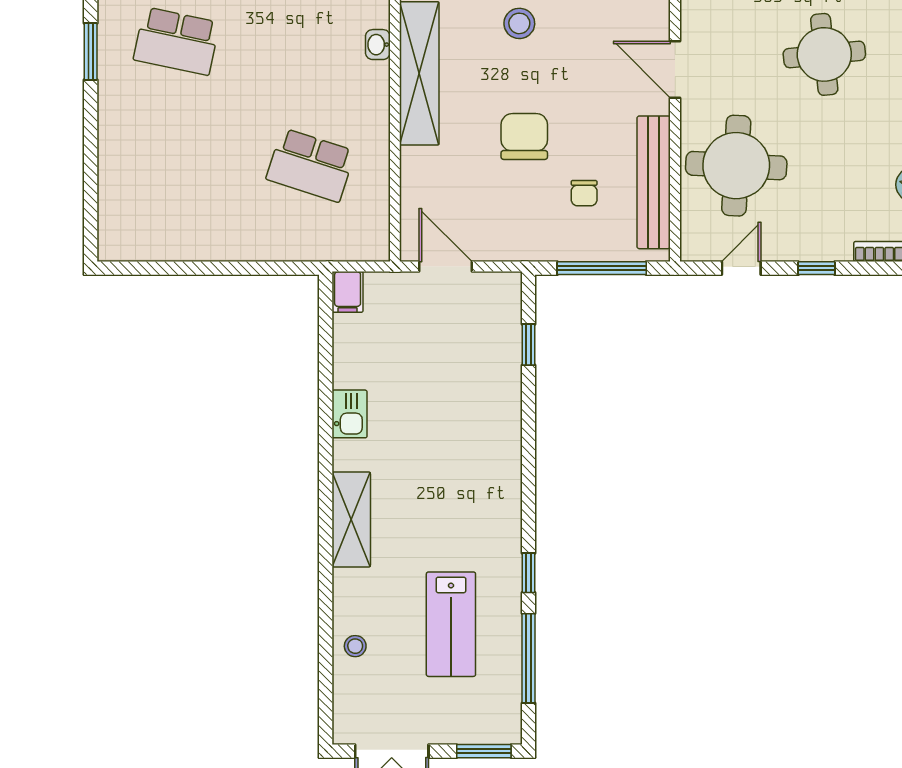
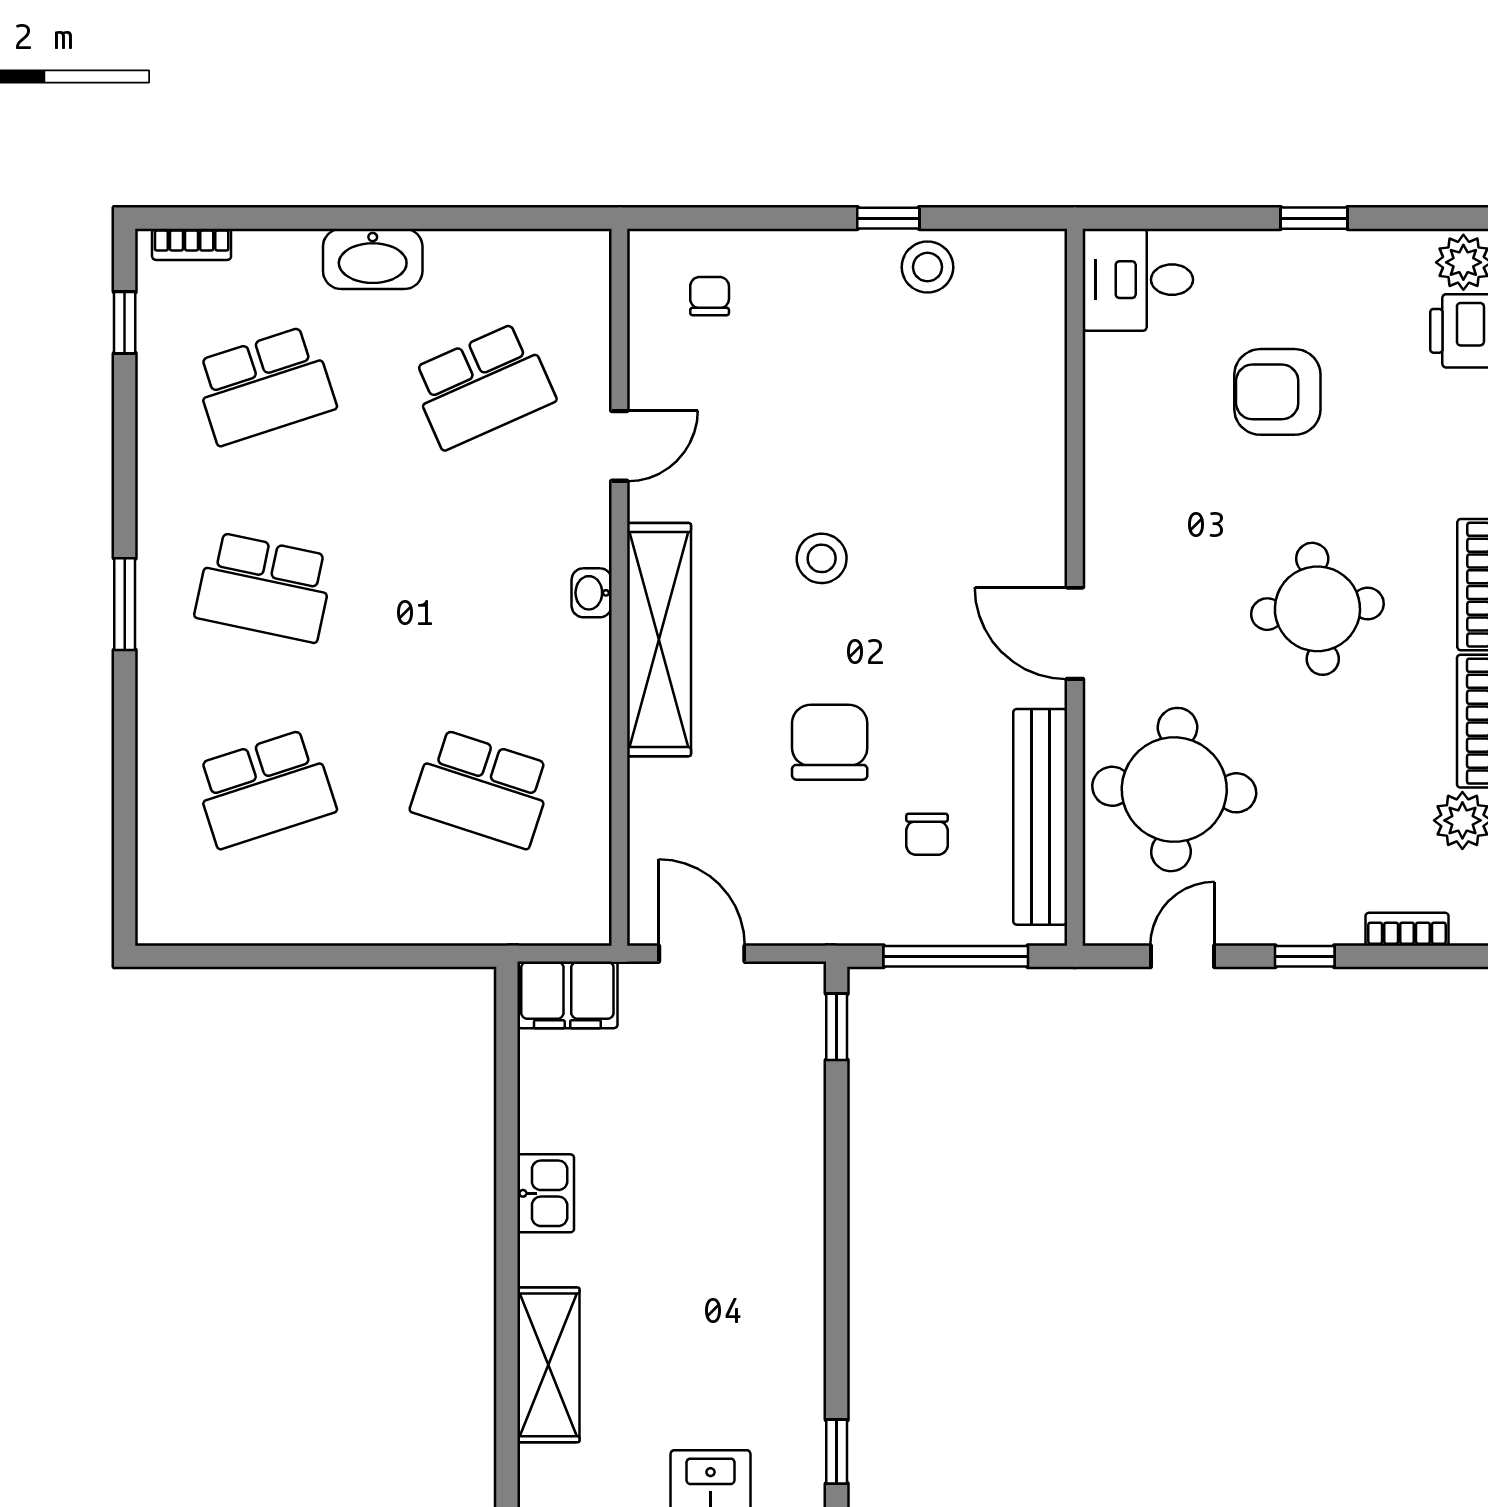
school desk: (177, 165) -> (264, 789), added
filing cabinet: (348, 292) -> (567, 995), width x2.00
window: (529, 345) -> (837, 1027), moved

